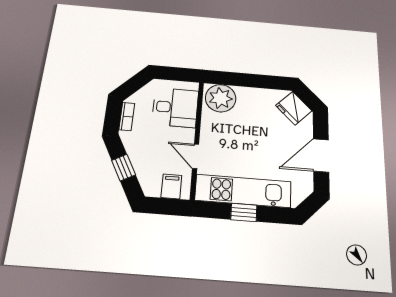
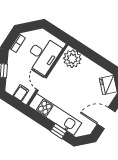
desk: (175, 107) -> (43, 55), width x1.37
window: (244, 212) -> (59, 131), moved

